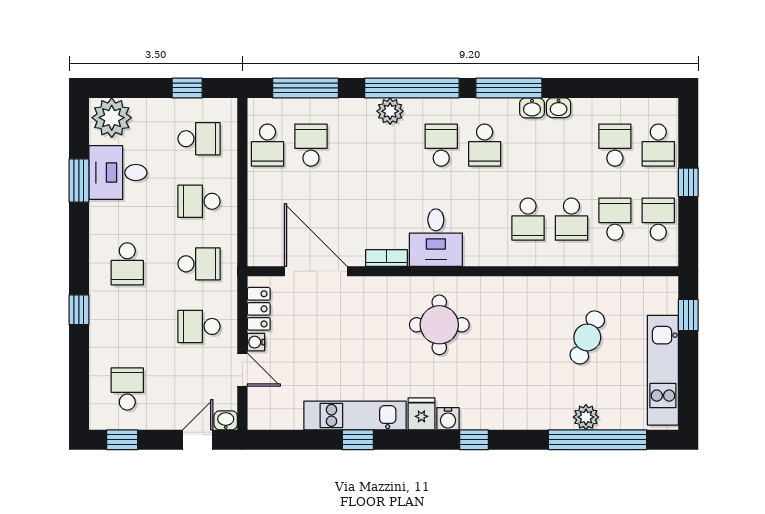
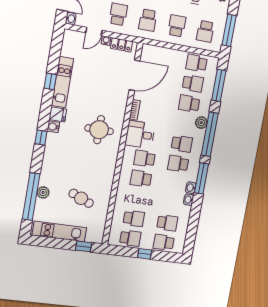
window: (187, 88) -> (229, 30), width x2.17
school desk: (354, 145) -> (189, 104), added
school desk: (571, 219) -> (145, 159), moved

